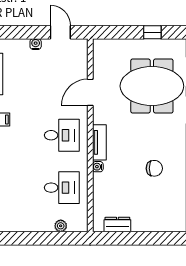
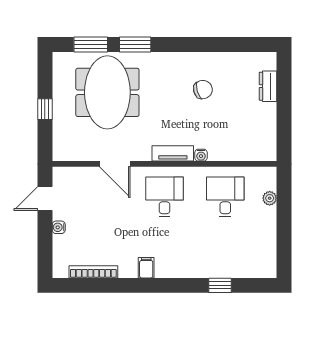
window: (152, 32) -> (45, 109), moved
chair: (154, 168) -> (203, 90), turned 73
dresser: (117, 225) -> (268, 86), moved

